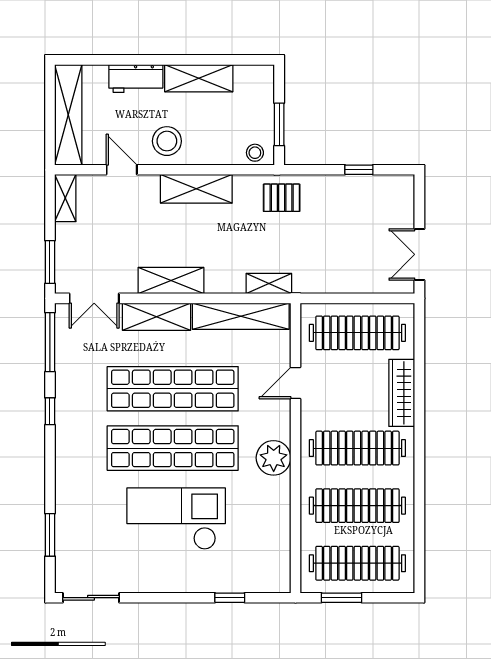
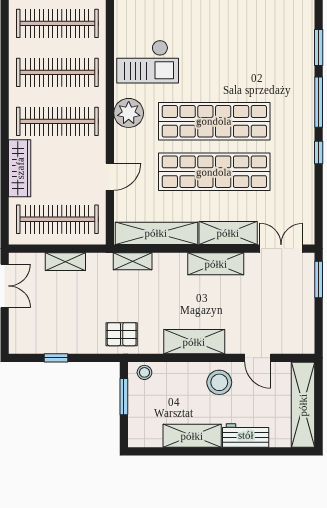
shelving: (65, 198) -> (65, 262), moved, turned 90
window: (50, 342) -> (319, 102), moved
checkout: (176, 519) -> (148, 62), moved, width x0.73, depth x0.83

